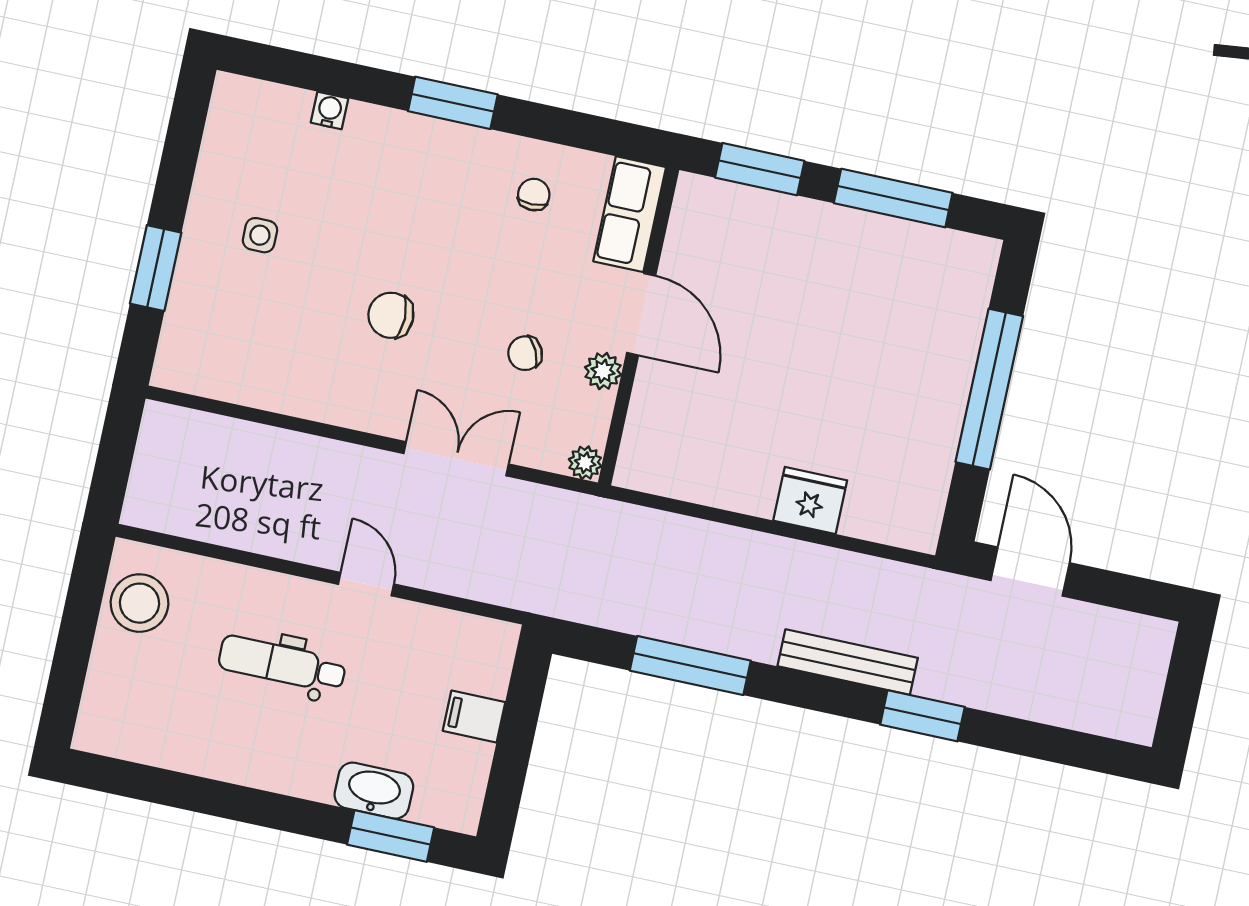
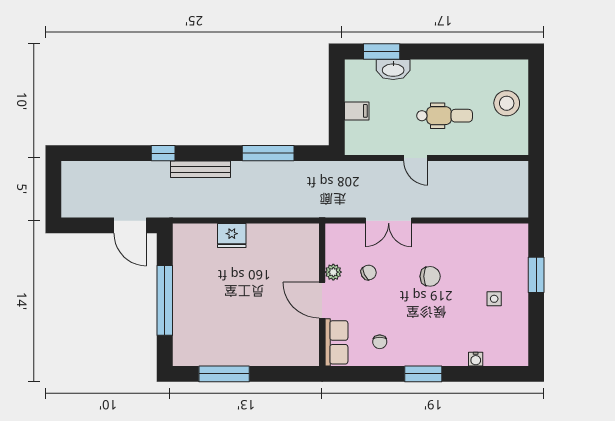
window: (760, 169) -> (284, 374), removed
plant: (585, 463) -> (332, 231), removed
stool: (140, 603) -> (507, 103), moved
window: (922, 716) -> (163, 153), width x0.67

